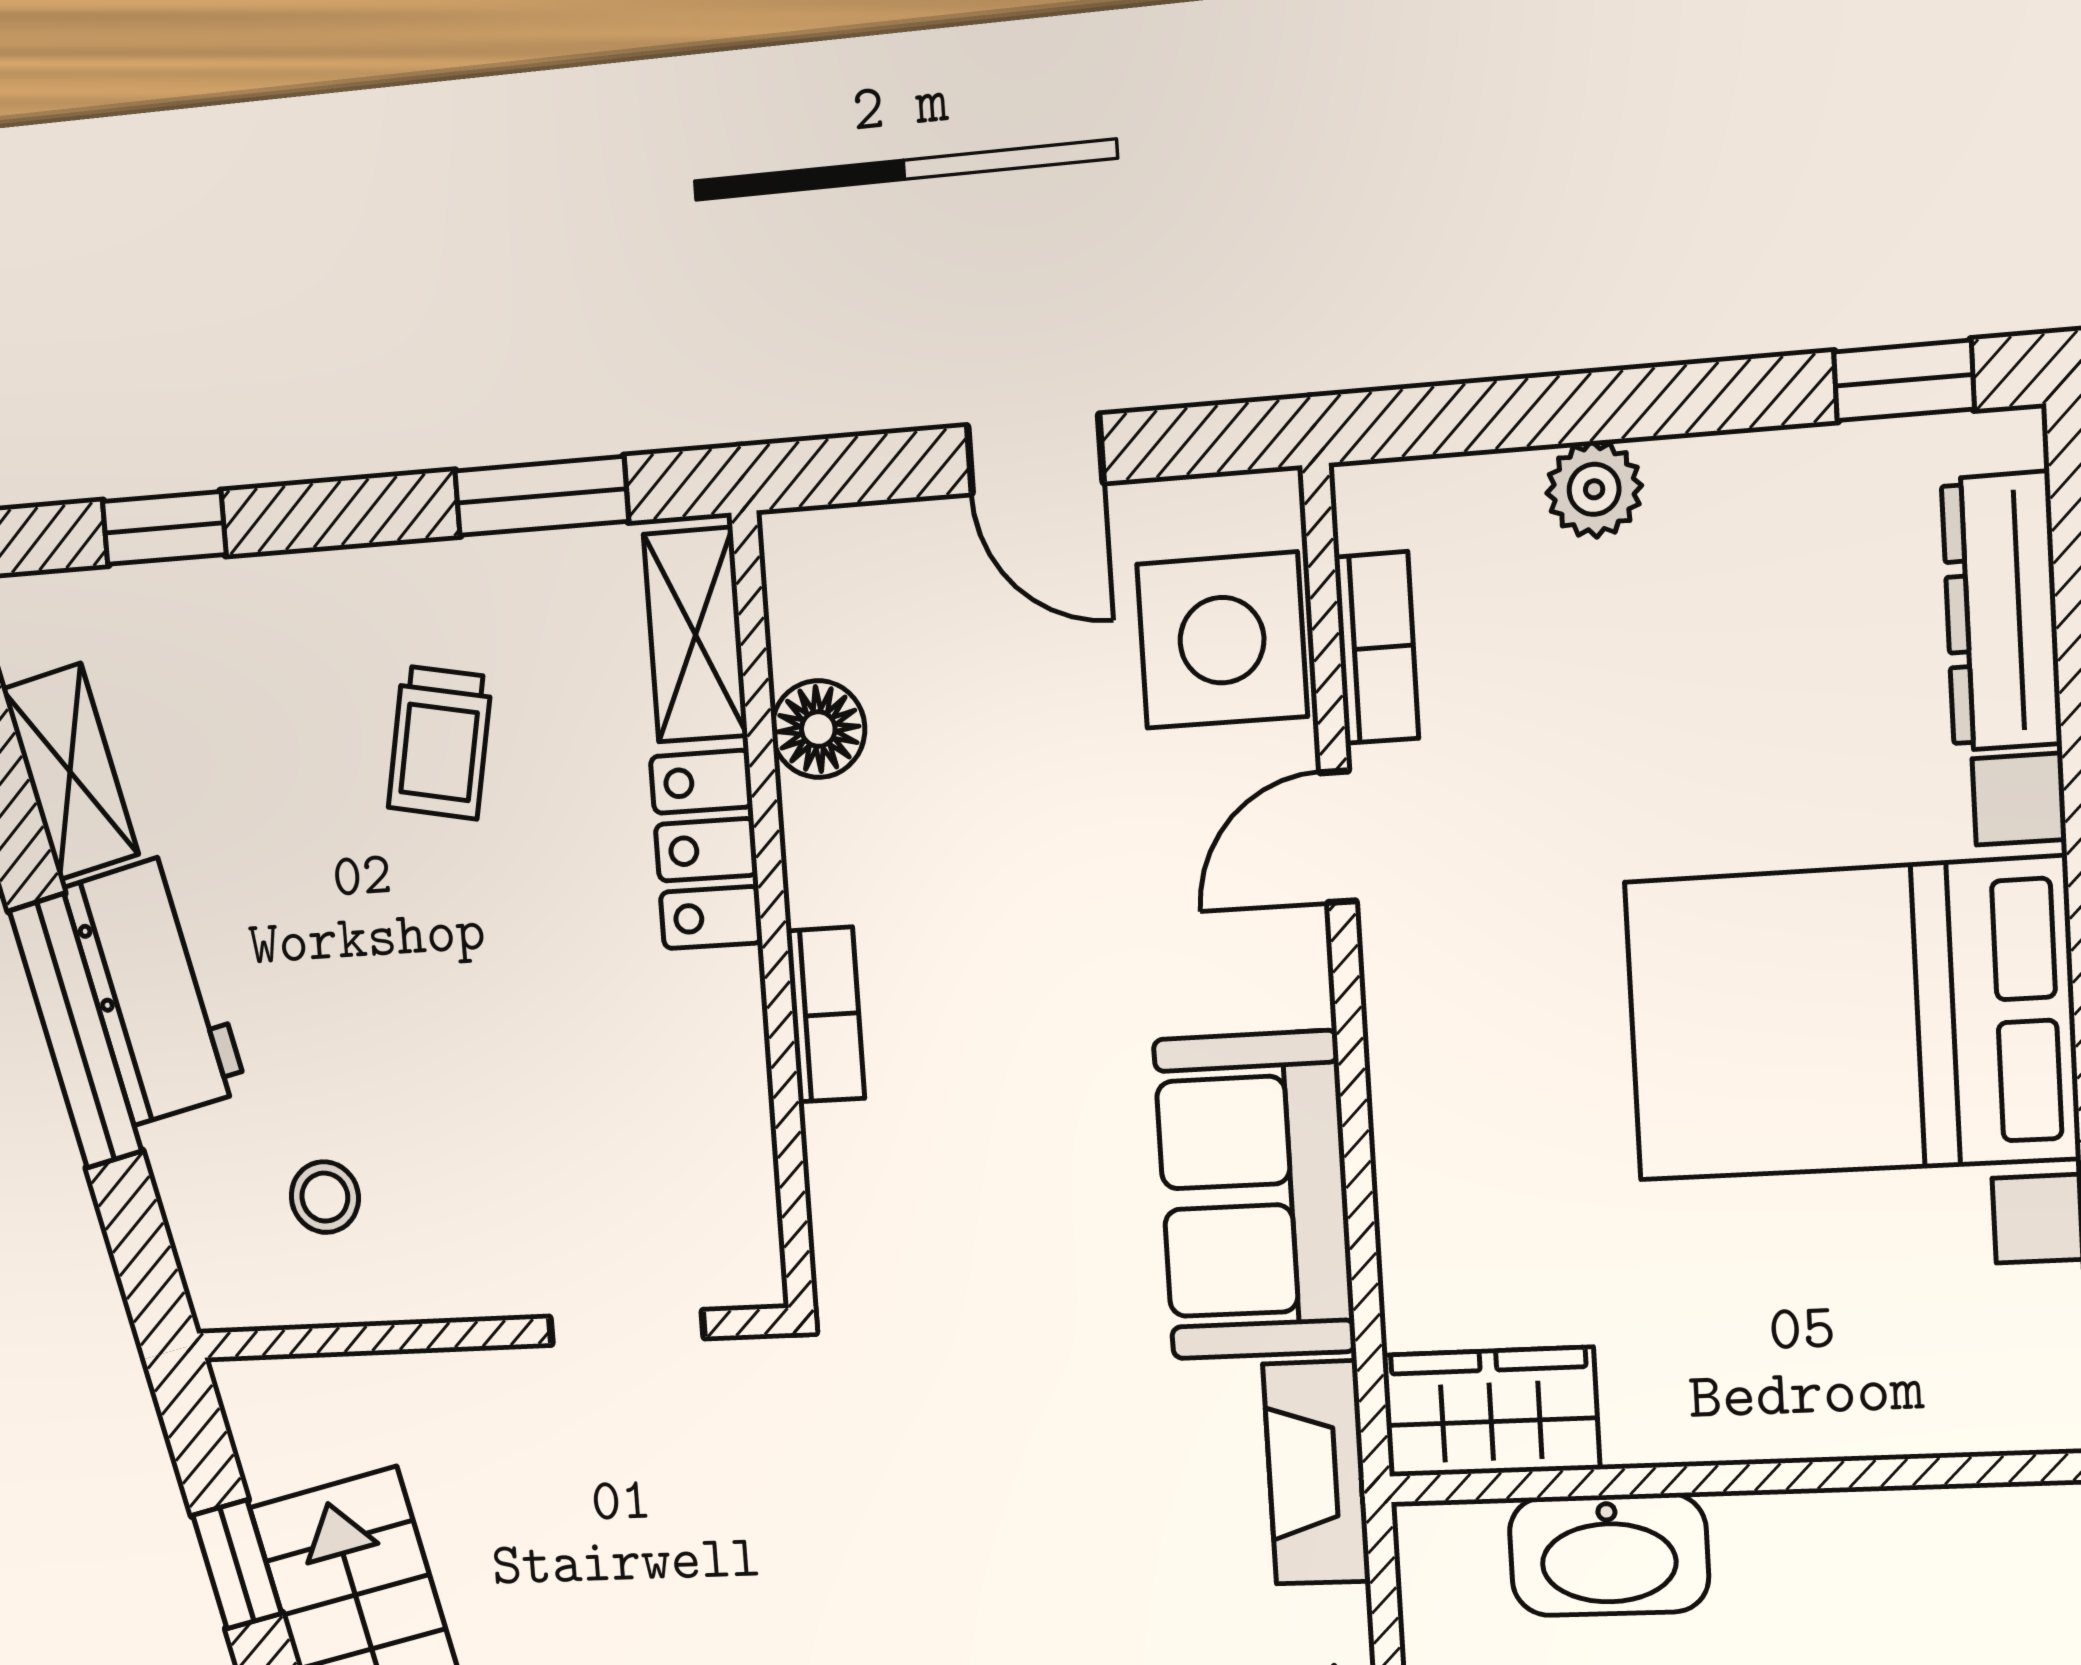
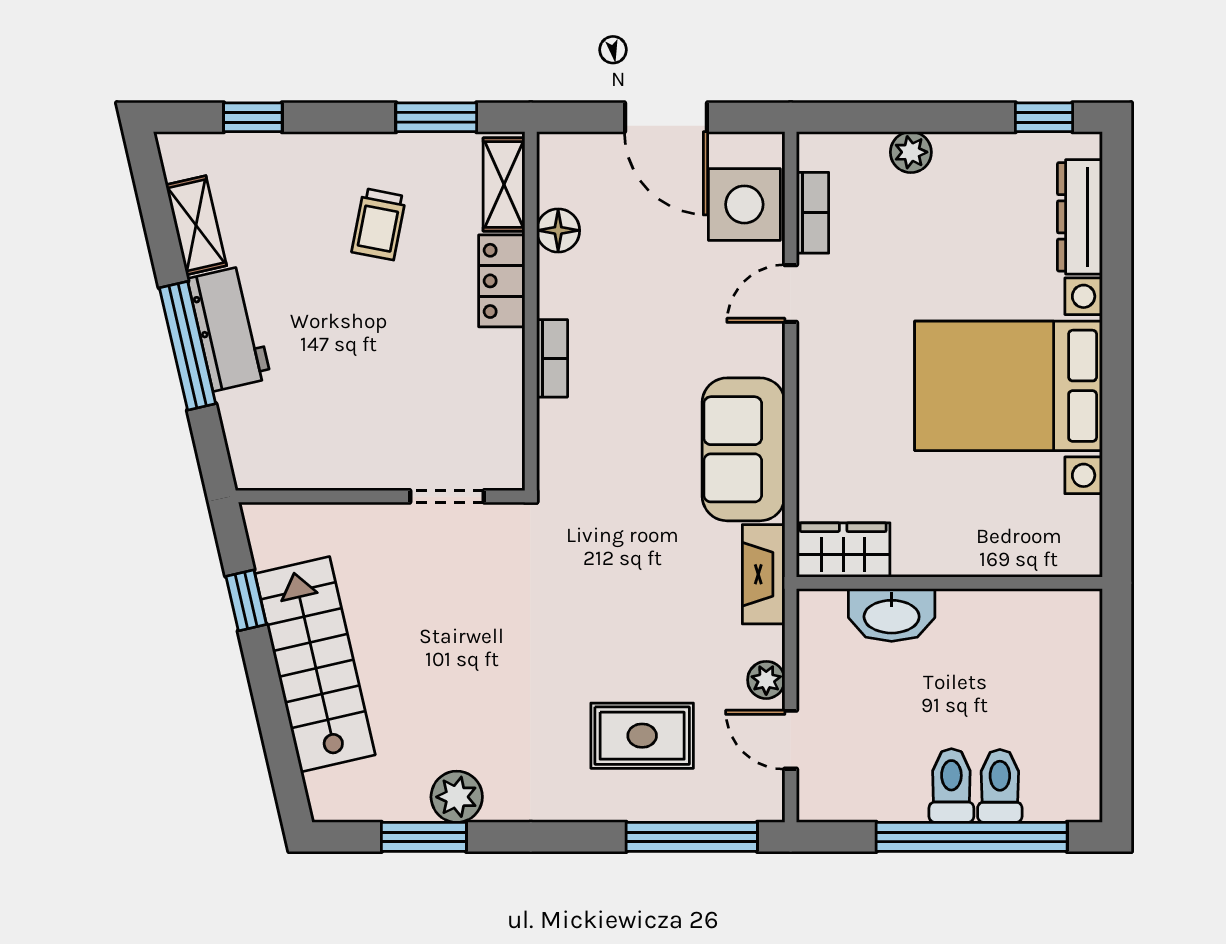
door: (1035, 454) -> (666, 117), width x1.38
stool: (325, 1197) -> (305, 429), removed

